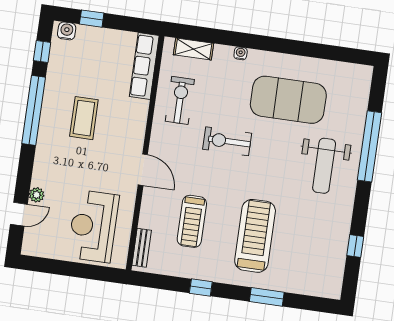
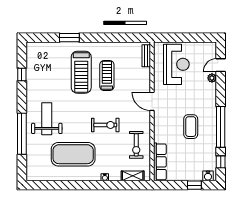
treadmill: (192, 221) -> (107, 76), moved
window: (201, 288) -> (109, 38), removed

